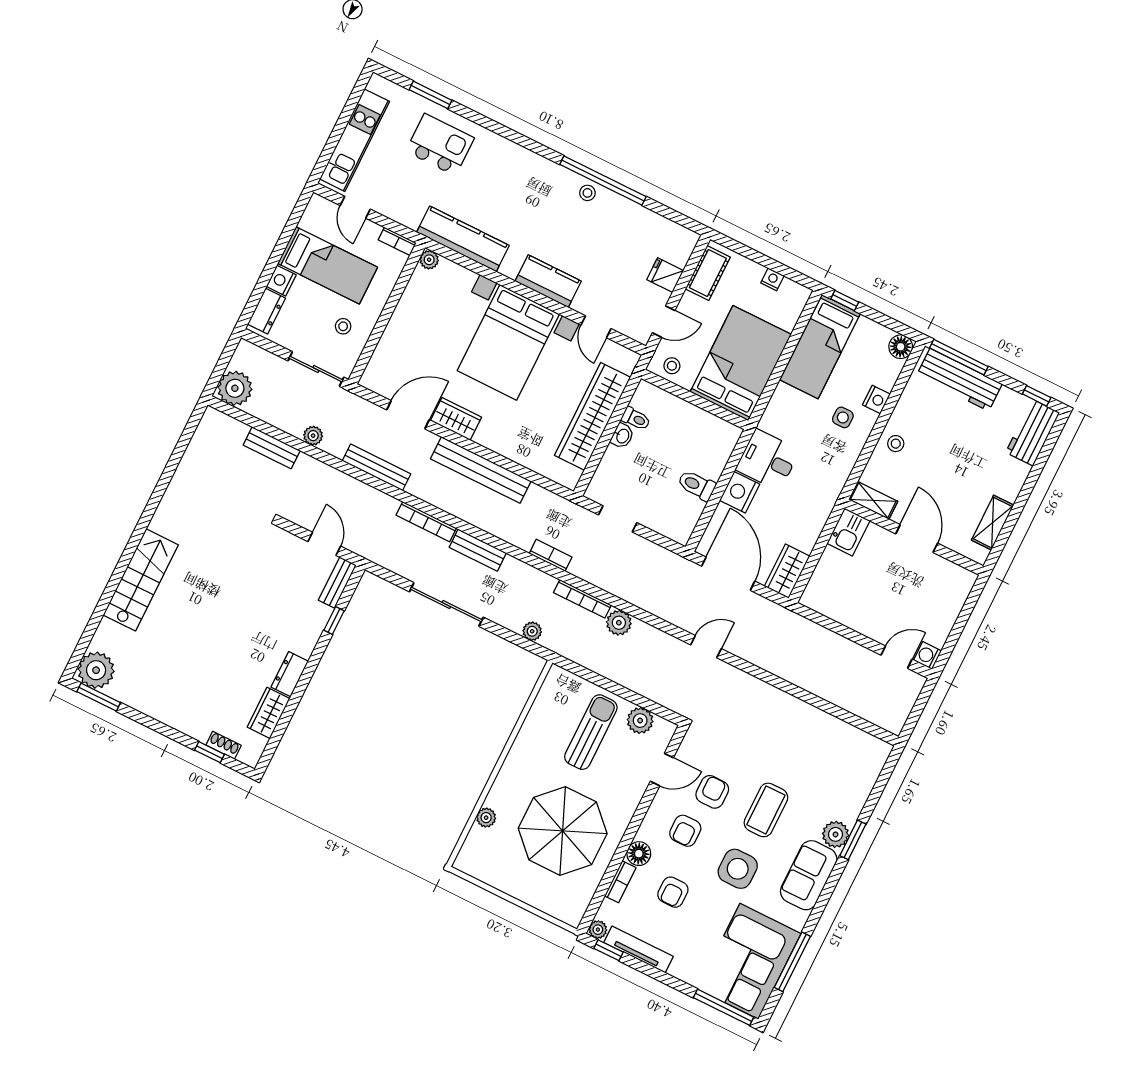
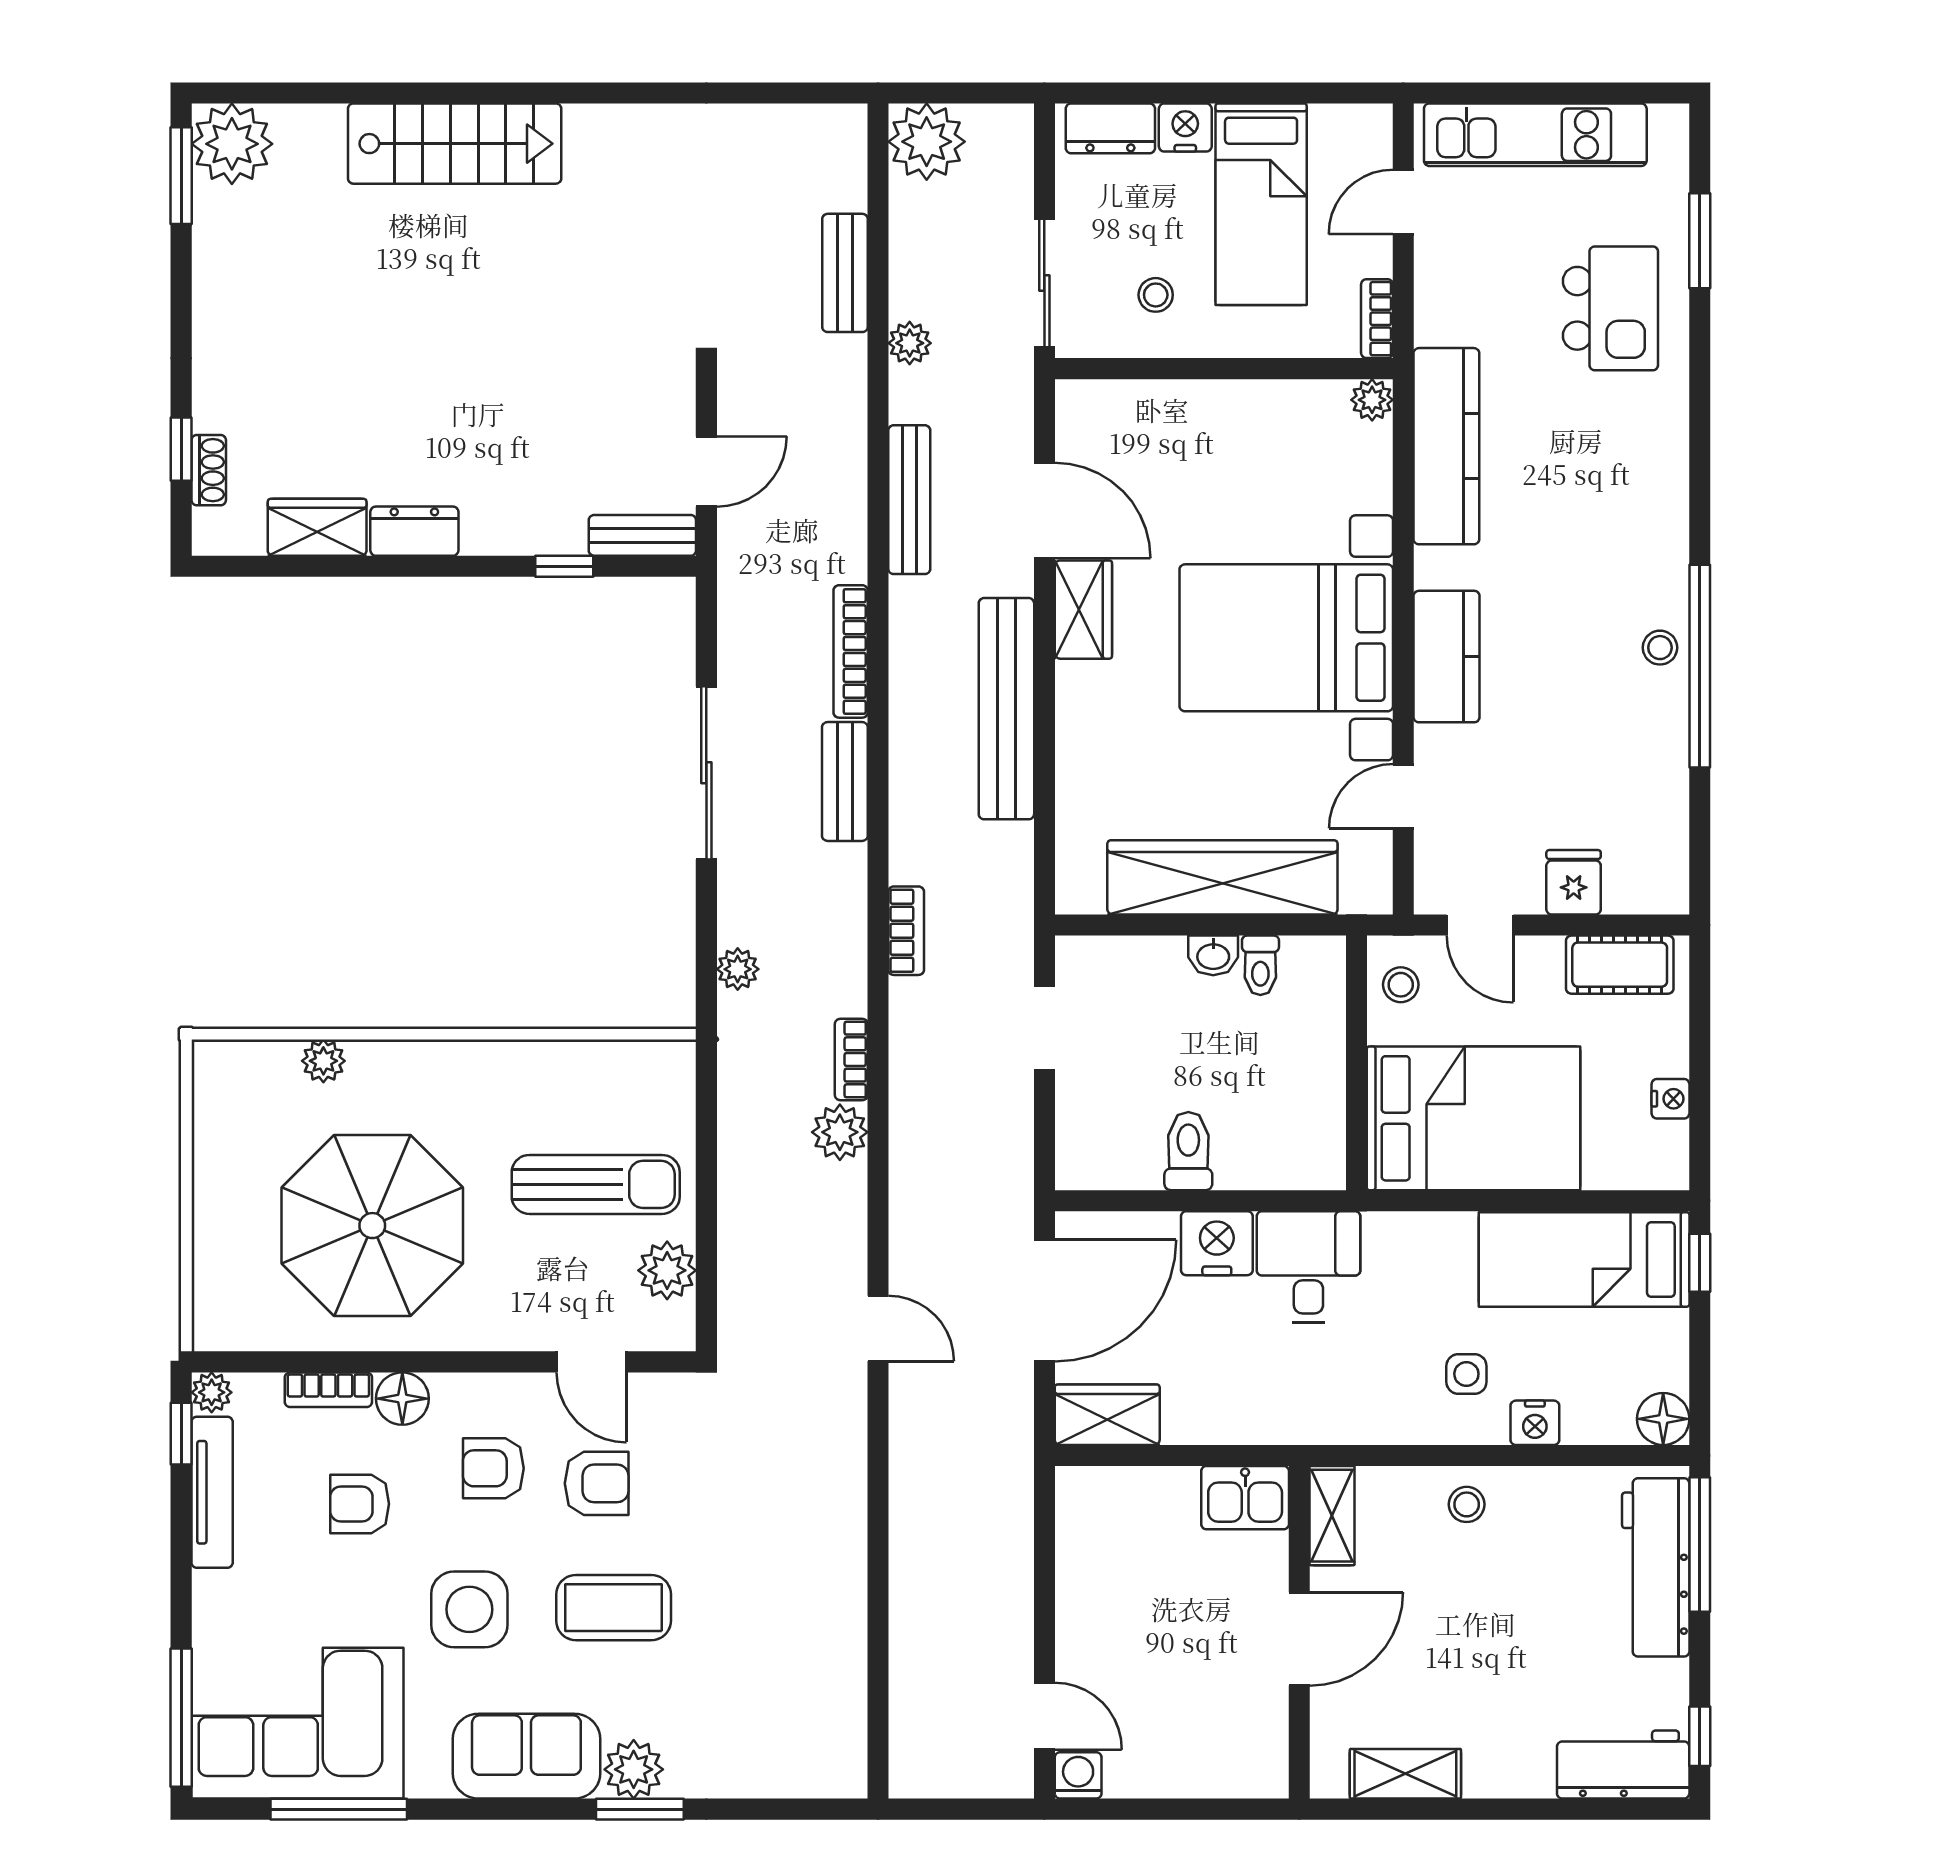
bookcase: (582, 599) -> (851, 1059), width x0.64

